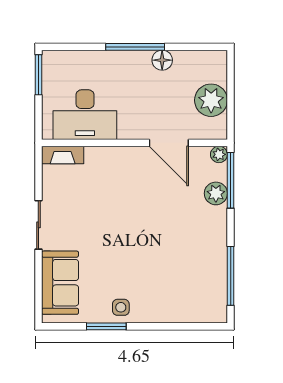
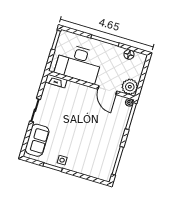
floor lamp: (162, 60) -> (129, 54), moved
plant: (211, 100) -> (130, 87), moved
desk: (85, 115) -> (79, 63), width x1.36, depth x1.30
plant: (216, 193) -> (122, 120), removed

